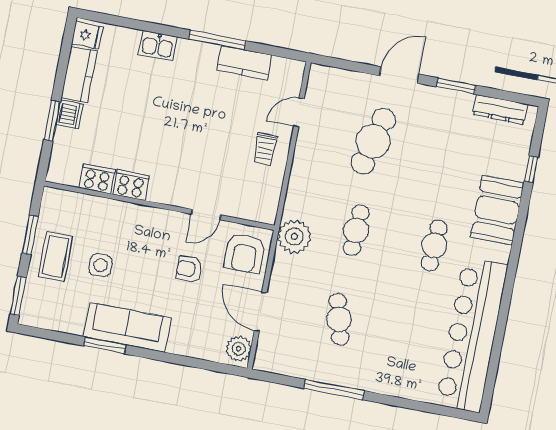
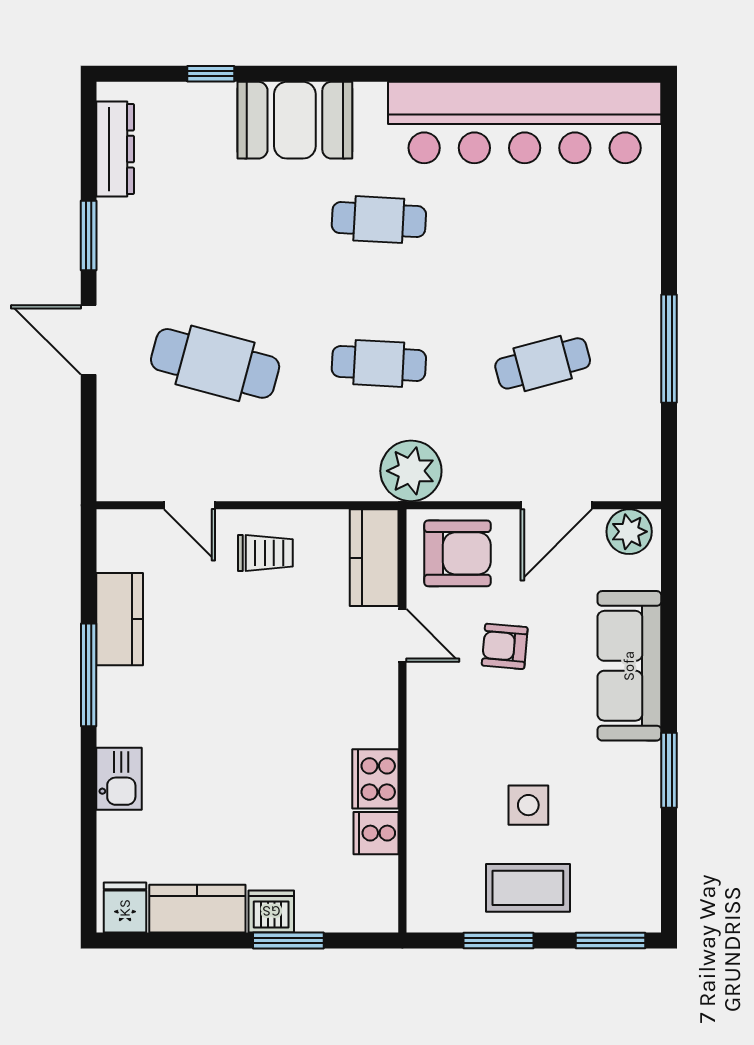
cooker: (97, 179) -> (376, 833), width x0.73
kitchen counter: (251, 207) -> (374, 558), added
armchair: (189, 269) -> (505, 646), turned 95
sofa: (127, 327) -> (629, 666), moved

